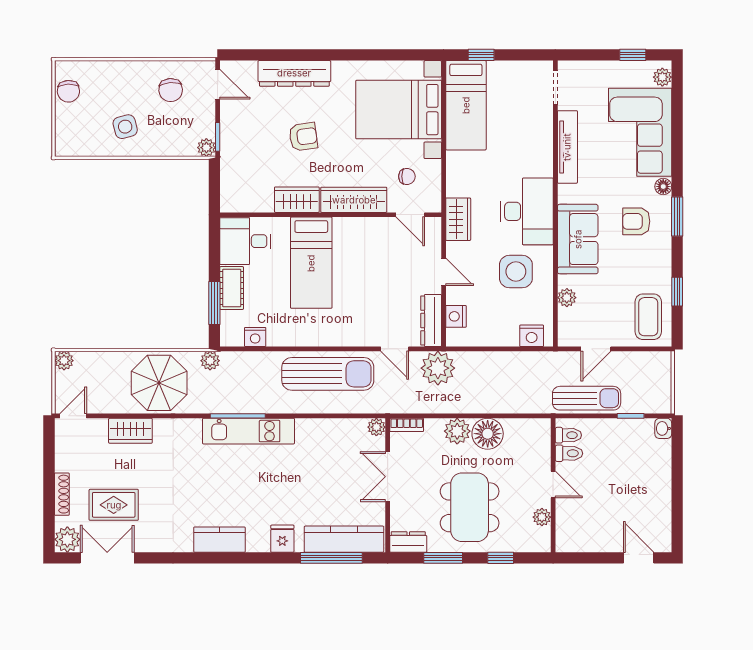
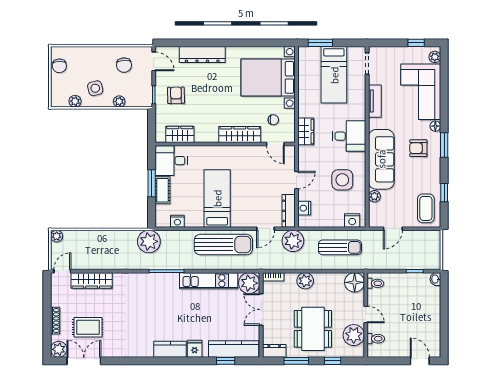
window: (481, 55) -> (320, 43), width x1.50
bed: (466, 105) -> (334, 75), moved
armchair: (303, 137) -> (176, 95), moved, turned -83
plant: (93, 147) -> (75, 101), added
tv unit: (567, 147) -> (375, 101), width x0.71
plant: (206, 148) -> (119, 101), moved
wardrobe: (297, 200) -> (180, 134), moved
desk: (527, 211) -> (349, 136), width x0.73
wardrobe: (458, 219) -> (306, 131), moved
sofa: (578, 239) -> (381, 159), width x1.36
bed: (311, 263) -> (217, 198), moved, turned 180
door: (444, 272) -> (296, 180), hinge flipped
window: (214, 303) -> (152, 183), moved
door: (395, 349) -> (266, 229), hinge flipped
plant: (210, 361) -> (149, 241), width x1.87, depth x1.87
parasol: (159, 383) -> (117, 250), removed
sun lounger: (587, 398) -> (340, 247), moved
plant: (376, 427) -> (249, 283), width x1.88, depth x1.88
wardrobe: (130, 431) -> (92, 281), width x1.50
kitchen unit: (248, 431) -> (209, 281), moved
floor lamp: (488, 434) -> (355, 282), moved
toilet: (569, 453) -> (376, 339), moved
plant: (542, 517) -> (354, 335), width x1.87, depth x1.87
kitchen counter: (219, 540) -> (170, 349), moved
window: (331, 558) -> (226, 361), width x0.46

